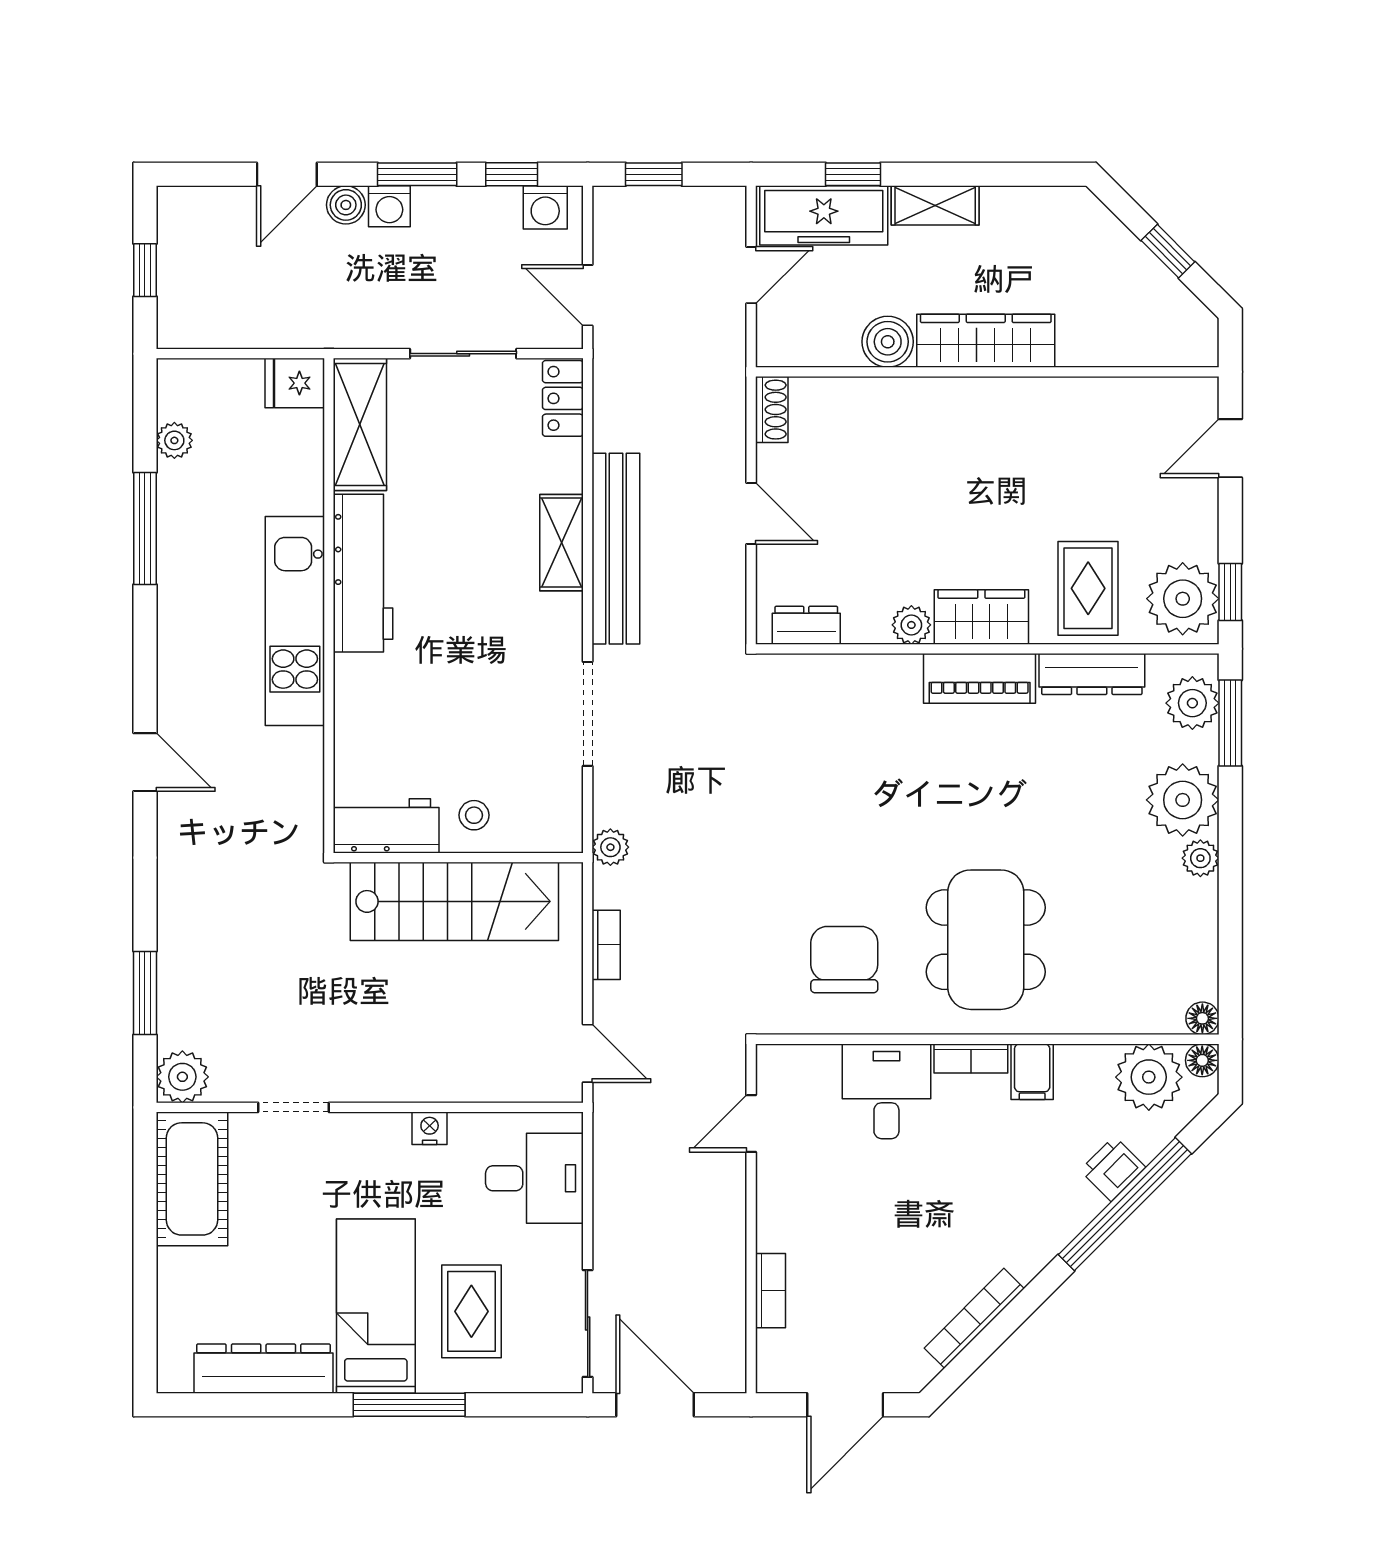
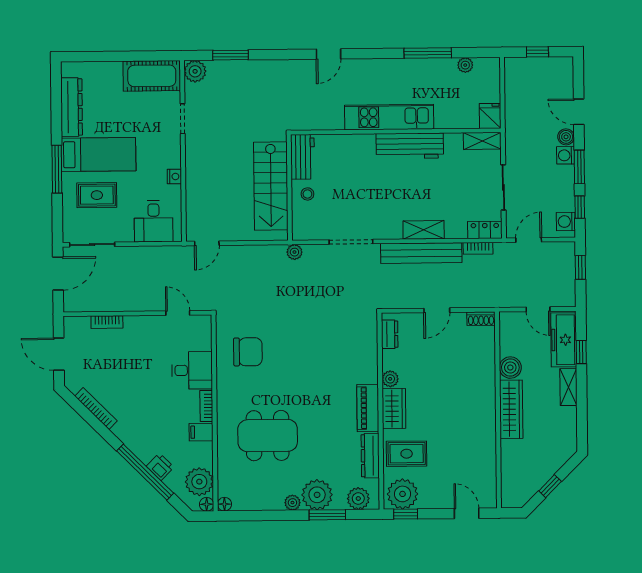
shelving: (360, 424) -> (482, 141), width x0.67, depth x0.75
window: (1230, 723) -> (327, 515), moved
dining table: (986, 940) -> (268, 436), moved
bookcase: (606, 945) -> (478, 248), moved

